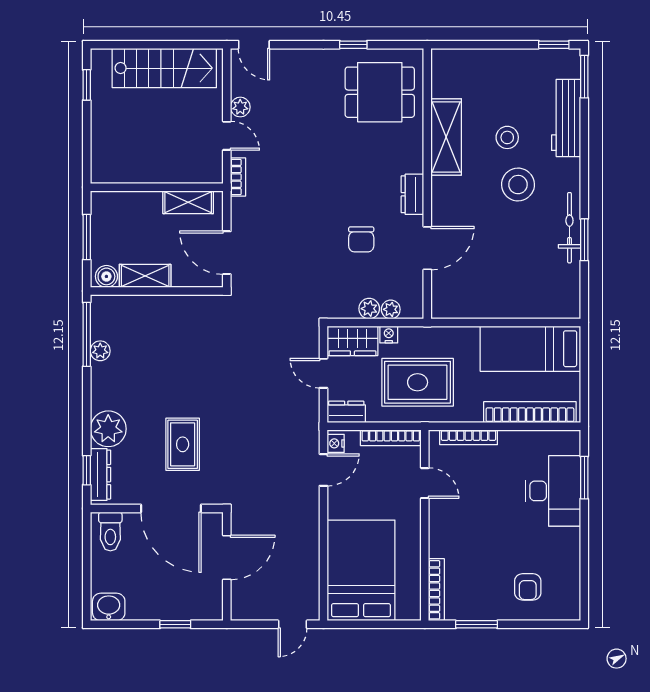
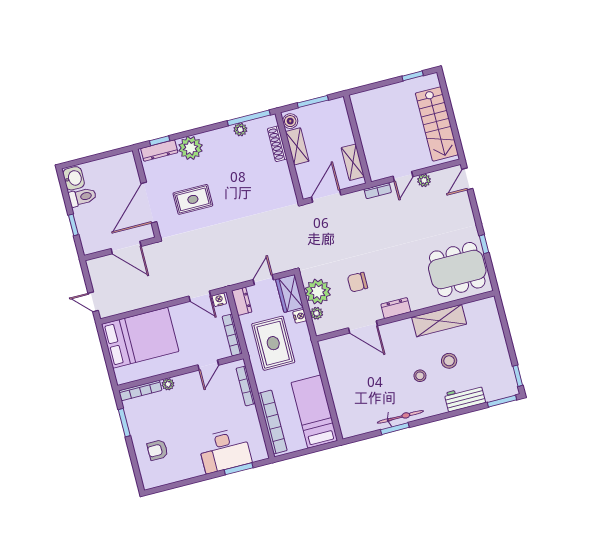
dining table: (380, 92) -> (457, 269), width x1.38
workbench: (566, 118) -> (465, 398), width x0.73
stool: (518, 185) -> (420, 376), width x0.53, depth x0.53
shoe rack: (134, 303) -> (277, 144), added
plant: (369, 309) -> (318, 292), width x1.88, depth x1.88
toilet: (110, 531) -> (82, 197), moved, turned 180
plant: (438, 548) -> (168, 384), added

